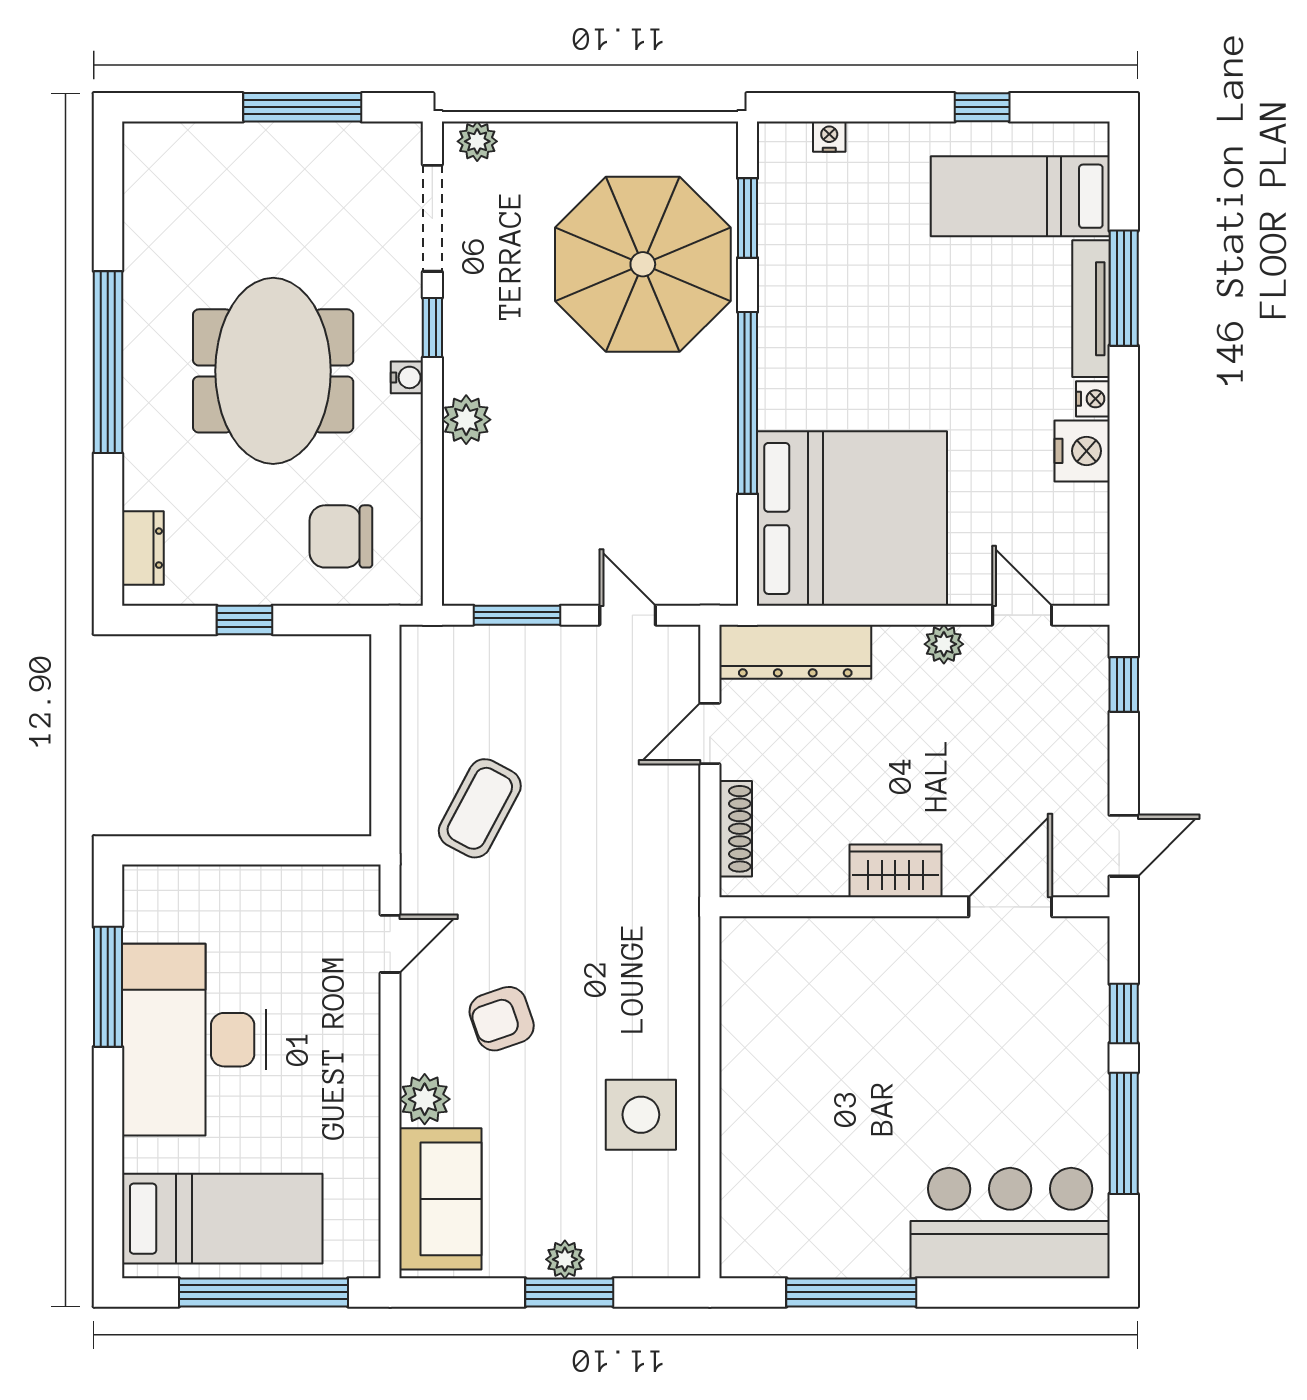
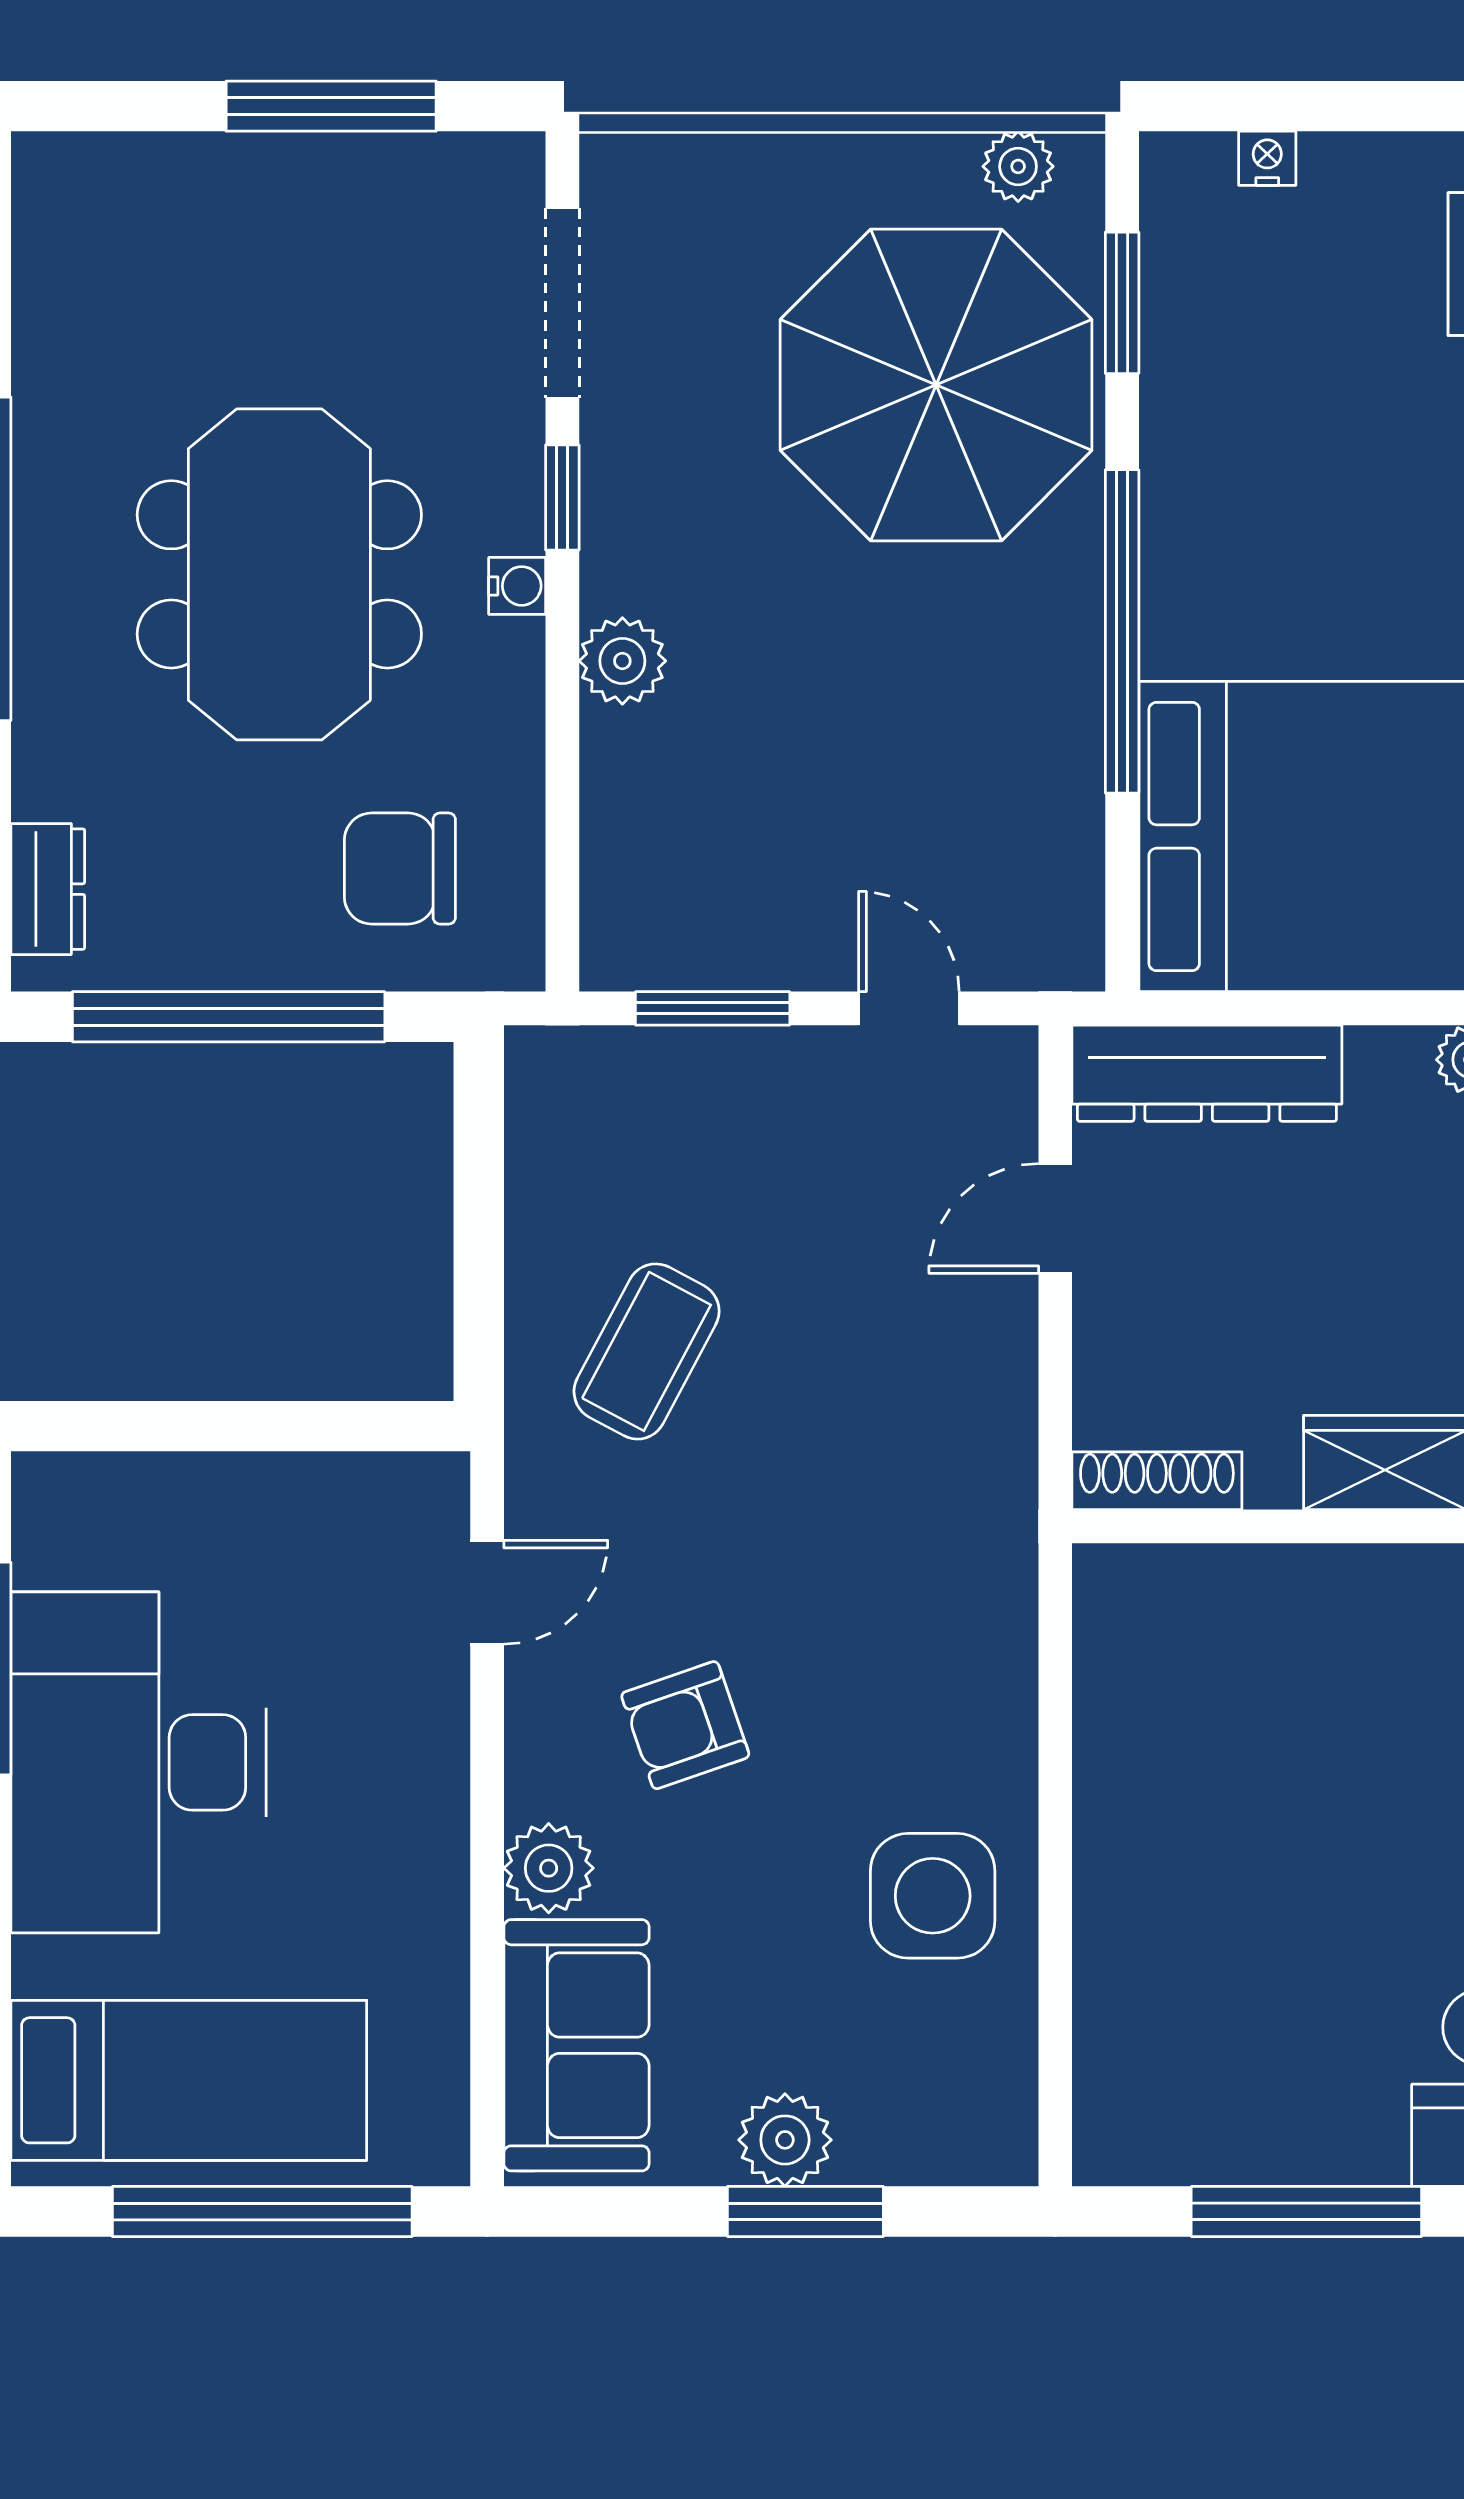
plant: (477, 141) -> (1018, 166), moved
window: (245, 620) -> (229, 1017), width x3.17
shoe rack: (736, 829) -> (1157, 1481), moved, turned -90
plant: (565, 1259) -> (785, 2140), width x1.38, depth x1.38

